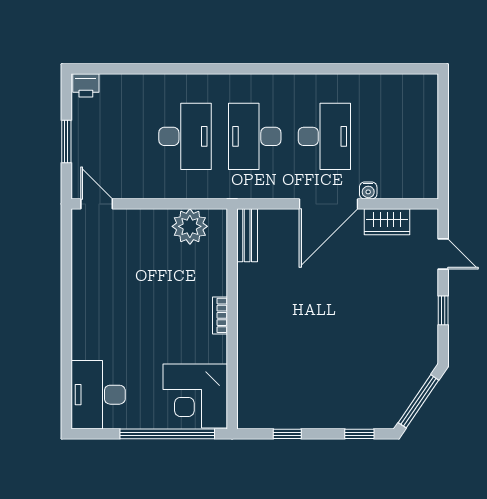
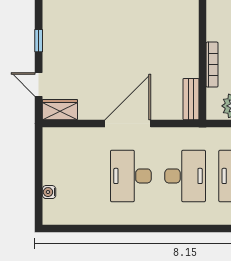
water cooler: (368, 191) -> (49, 192), moved, turned -90
wardrobe: (387, 222) -> (60, 110), moved
bookcase: (220, 315) -> (212, 65), moved, width x1.56

